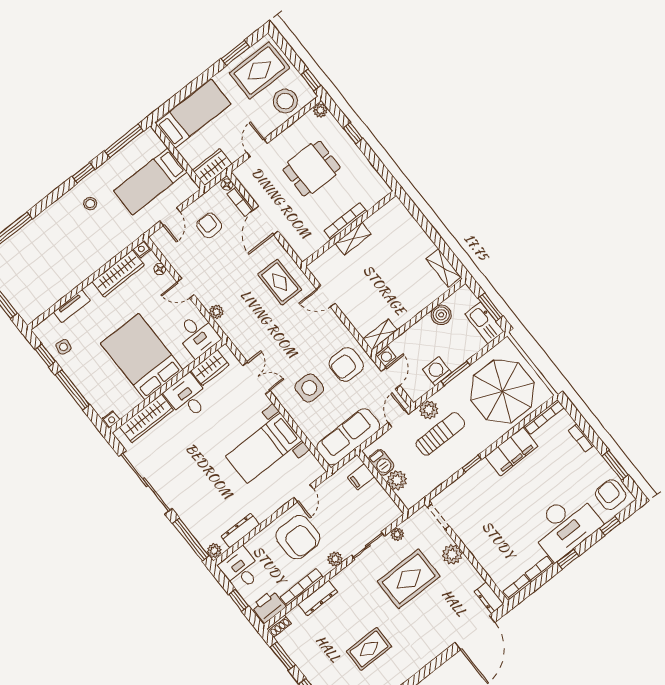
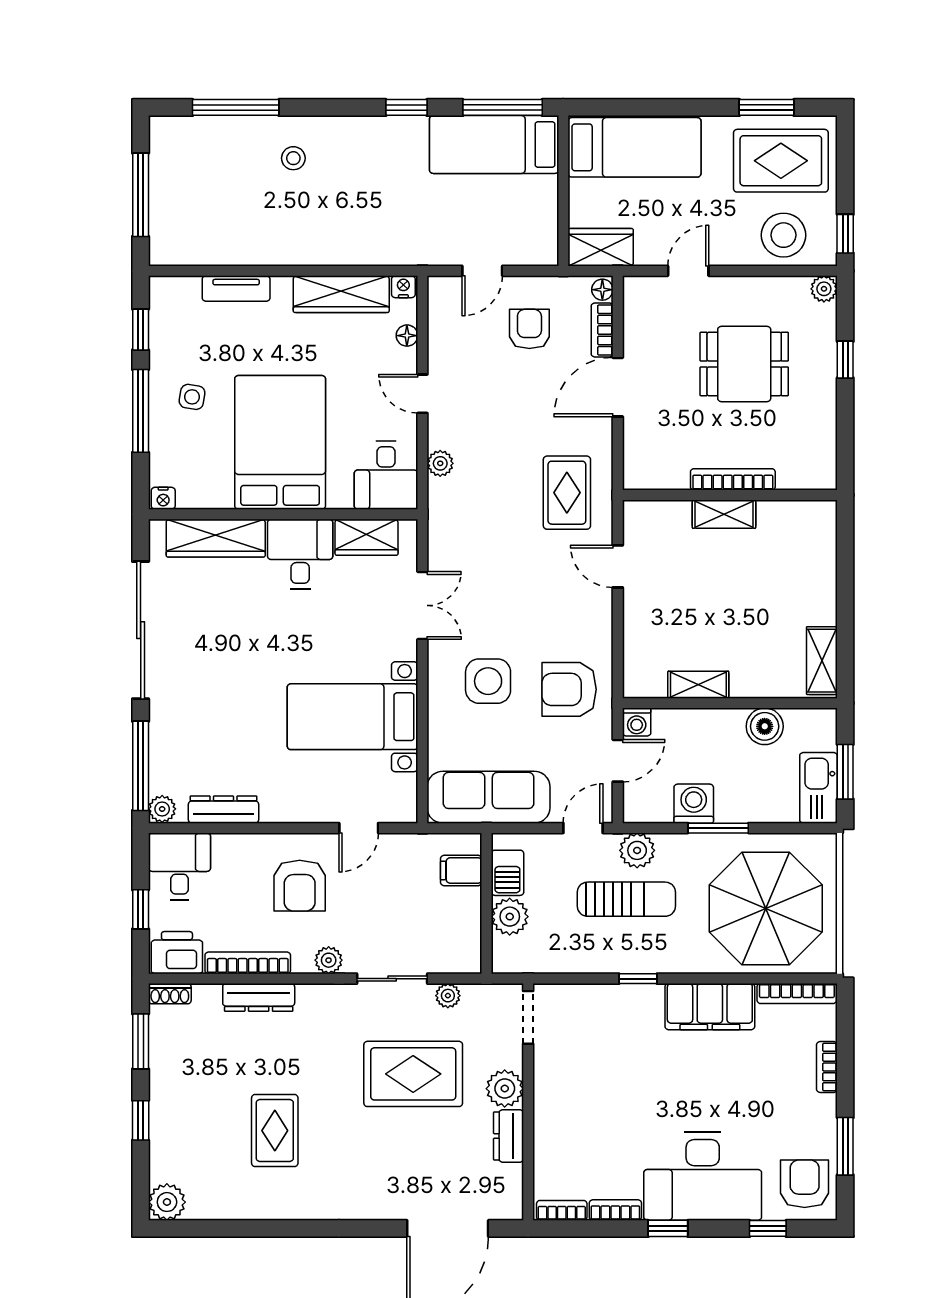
bed: (150, 181) -> (494, 145), moved
stool: (90, 204) -> (293, 158), moved
shelving: (380, 334) -> (698, 685), moved
side table: (63, 347) -> (192, 397), moved
armchair: (298, 537) -> (300, 886), width x0.73, depth x0.73
dresser: (489, 598) -> (509, 1136), moved
rug: (369, 649) -> (275, 1131), turned 90

